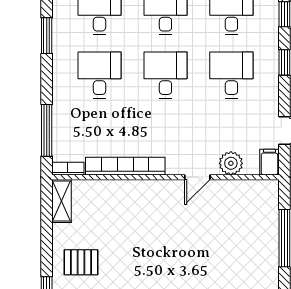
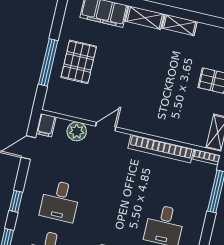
desk: (165, 75) -> (112, 213), removed
pallet: (248, 247) -> (79, 62), added

